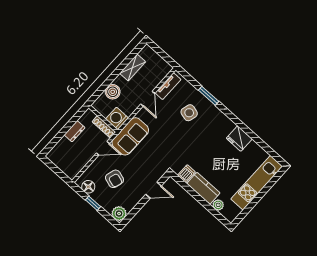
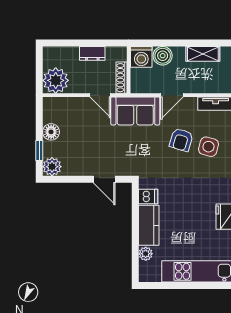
door: (148, 99) -> (172, 95), moved
washing machine: (117, 119) -> (141, 57), moved, turned 180
plant: (71, 166) -> (56, 80), added
armchair: (114, 179) -> (181, 140), moved
floor lamp: (88, 187) -> (51, 132), moved
window: (93, 203) -> (39, 151), moved

